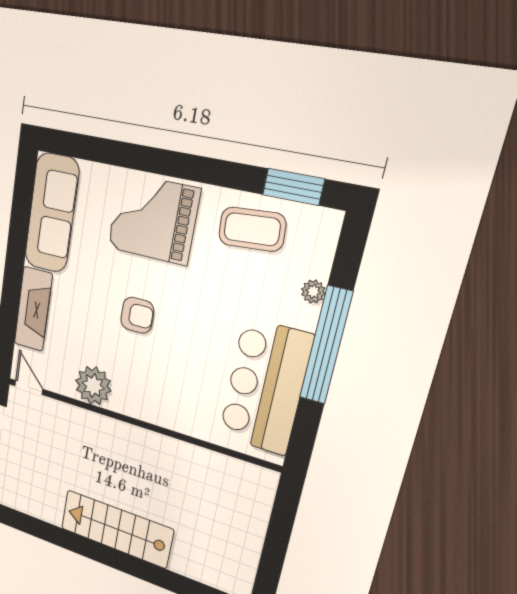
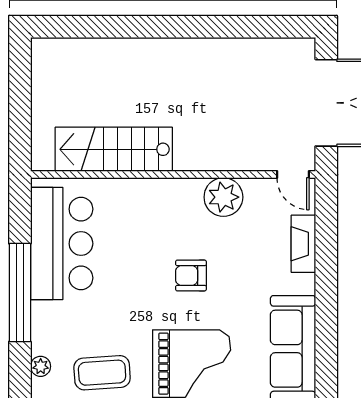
plant: (313, 291) -> (41, 366), moved
fireplace: (33, 309) -> (303, 244), width x0.73, depth x0.76
stairs: (116, 529) -> (114, 149), moved, turned 180

